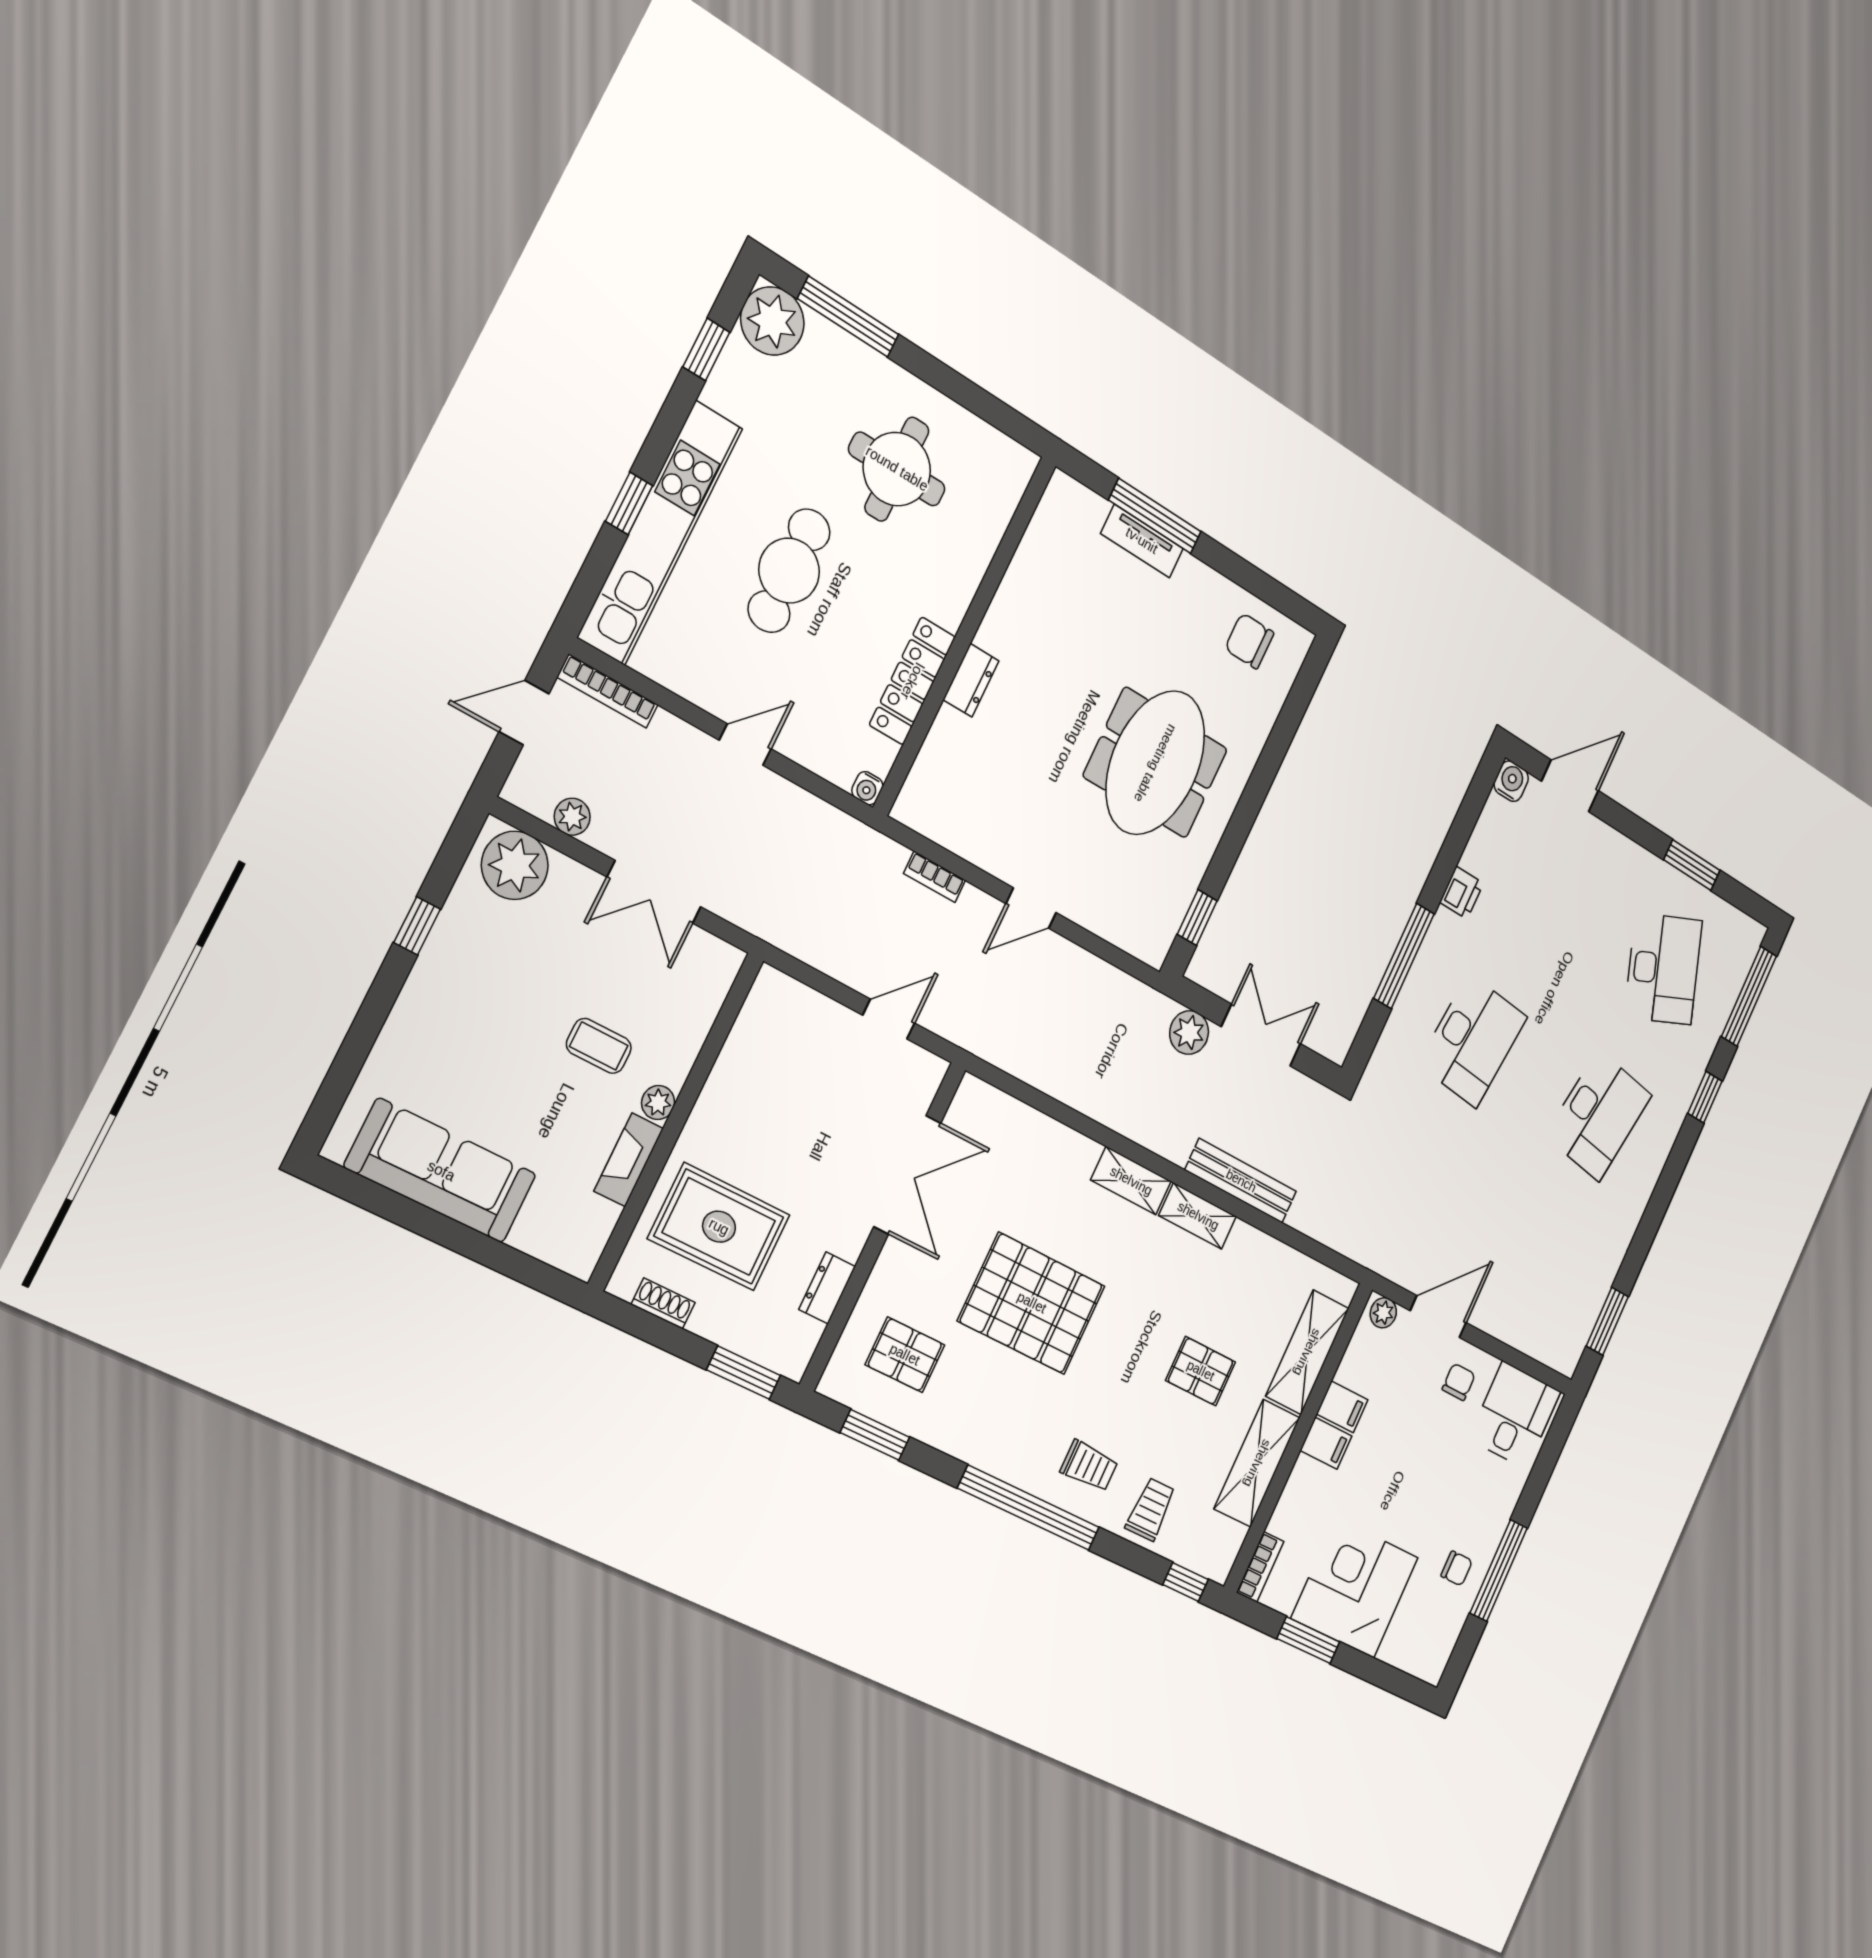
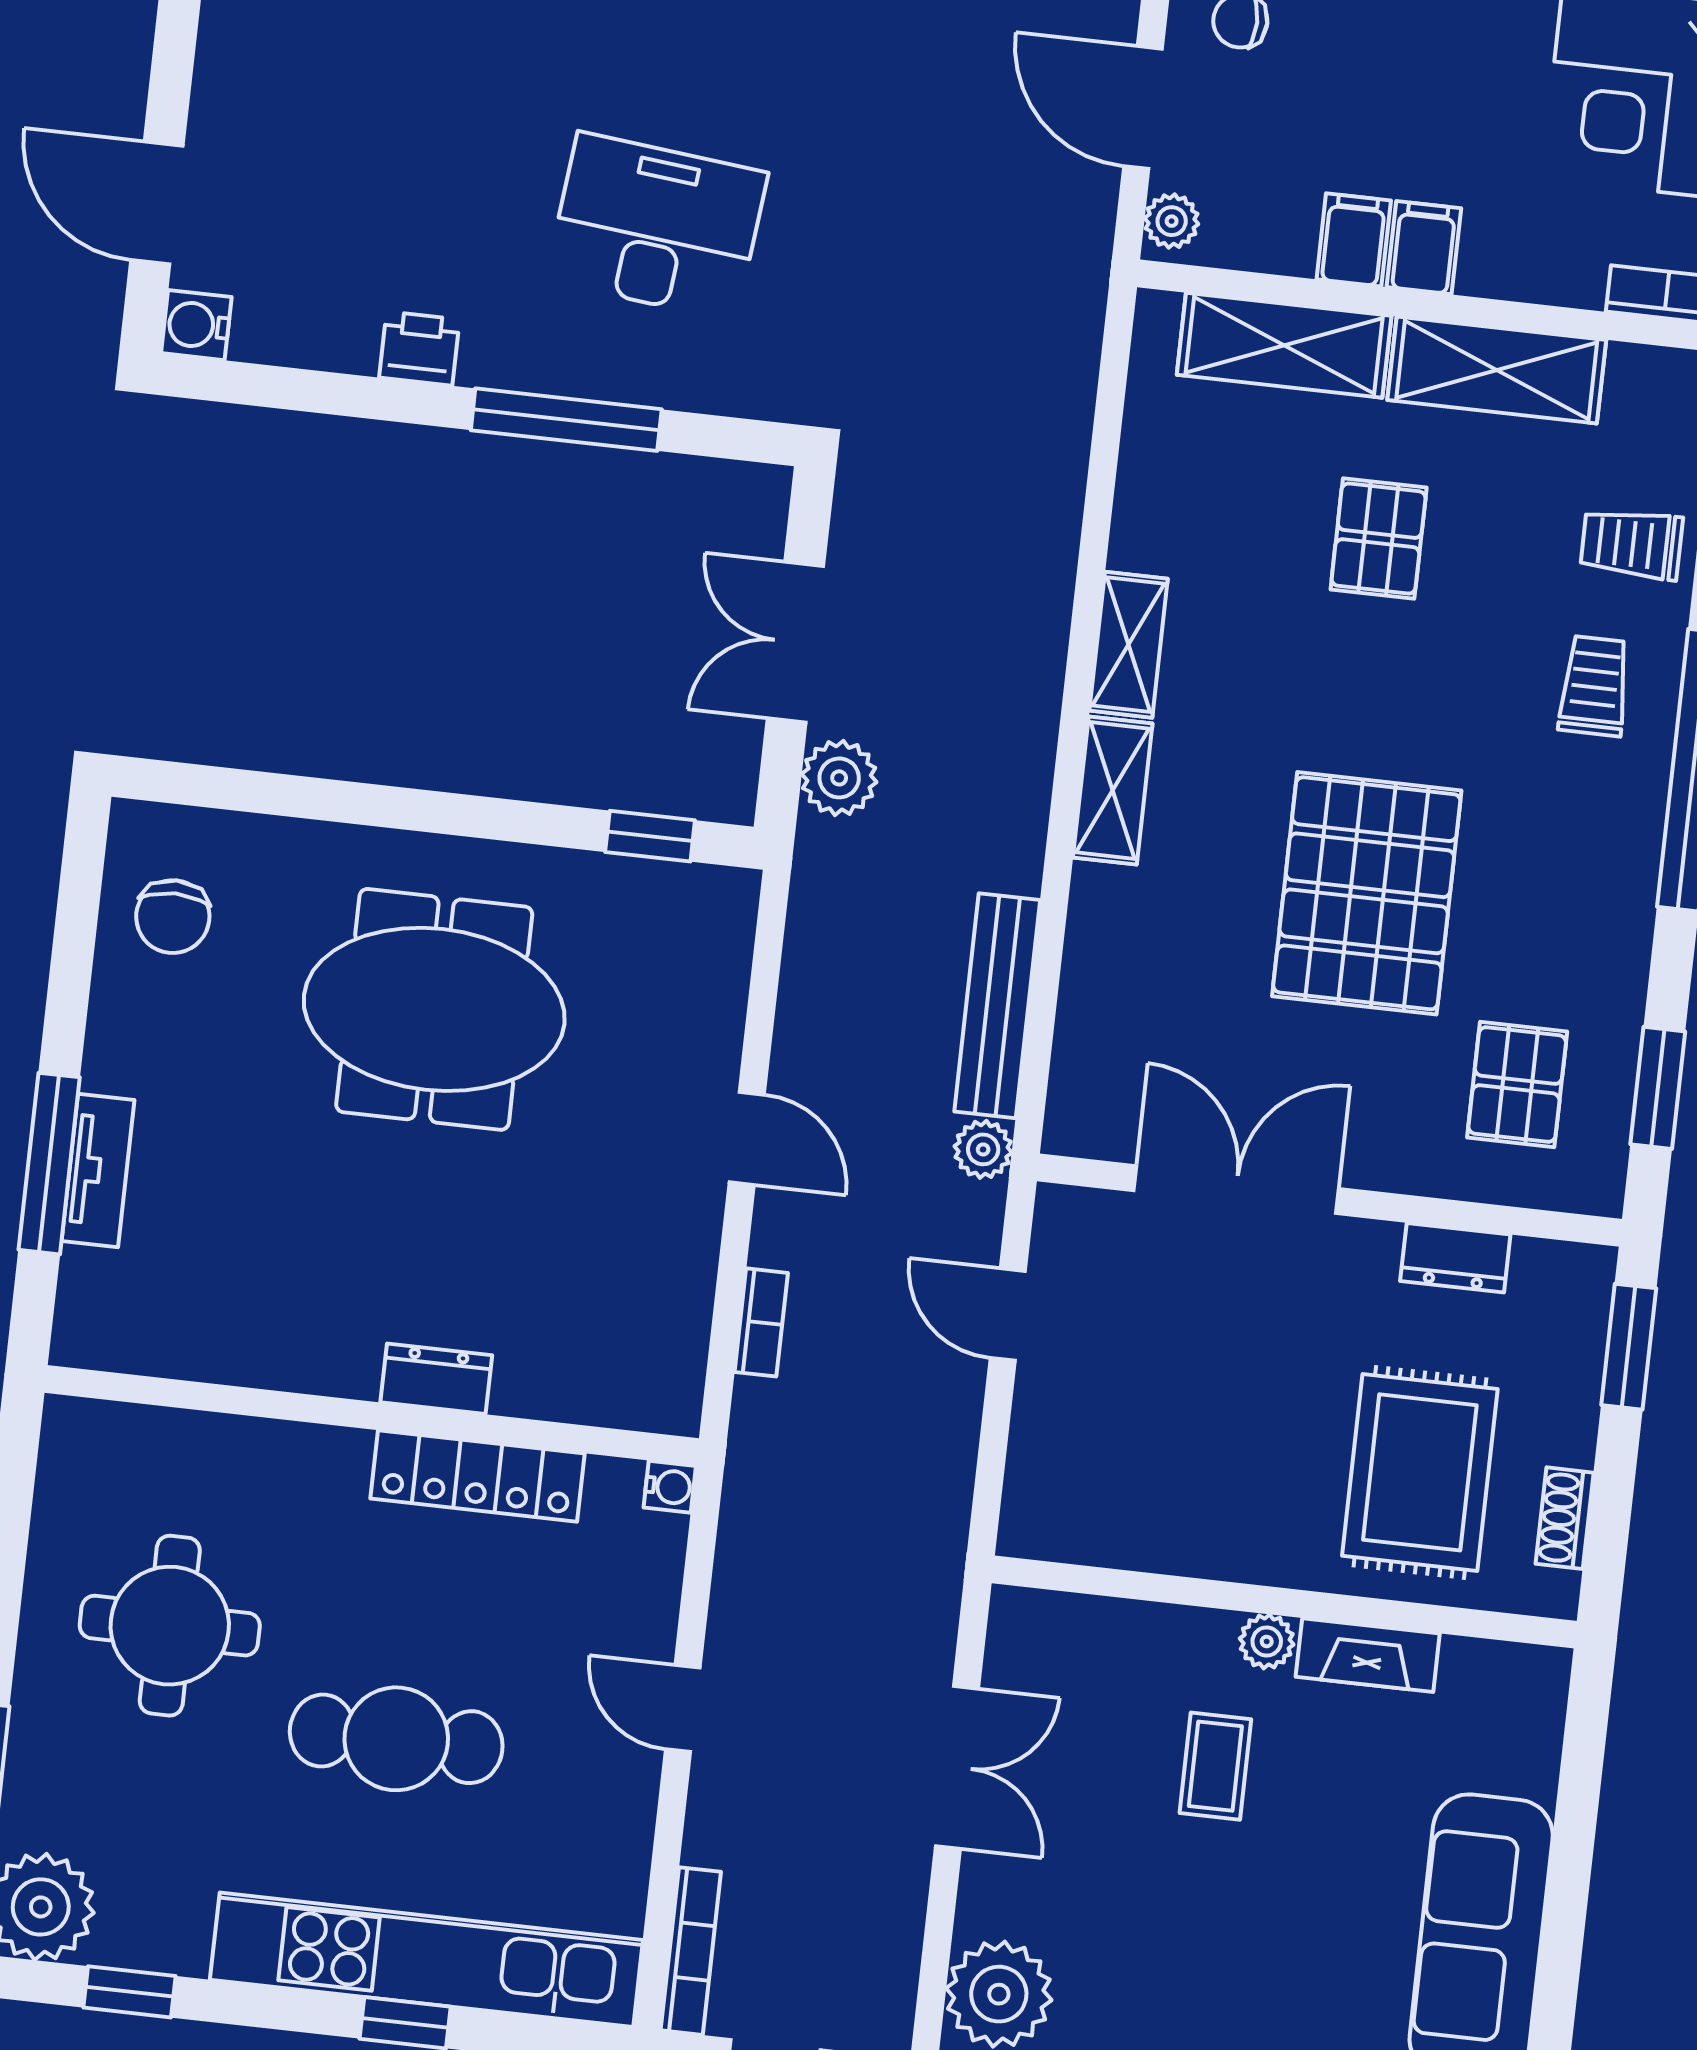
plant: (572, 817) -> (983, 1149), moved
bench: (1241, 1181) -> (997, 1006), moved

